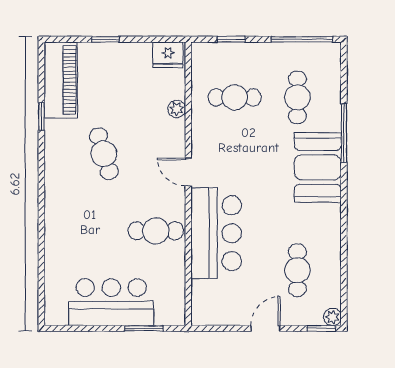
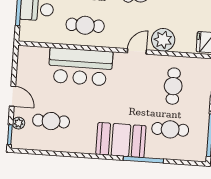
plant: (177, 109) -> (163, 40), width x1.88, depth x1.88
door: (188, 172) -> (137, 51), moved
cafe table: (156, 231) -> (85, 25), turned 90
plant: (332, 317) -> (19, 123), moved

